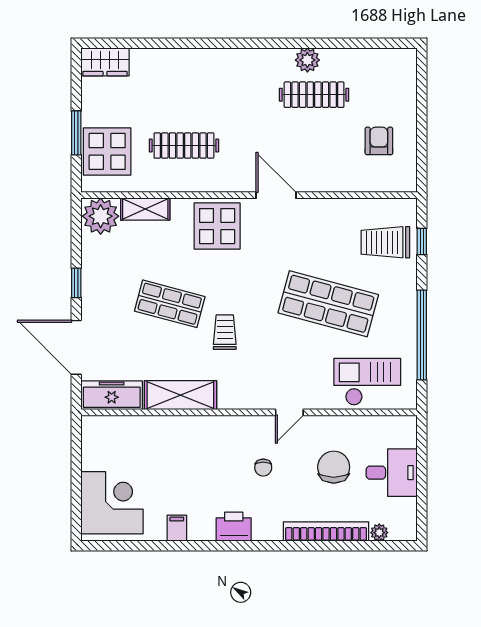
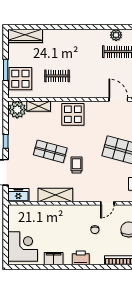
wardrobe: (105, 62) -> (25, 36), width x1.50
clothes rail: (184, 146) -> (57, 76), width x0.73
door: (276, 195) -> (118, 100), moved
freezer: (112, 395) -> (18, 195), width x0.71
filing cabinet: (177, 528) -> (54, 259), width x2.00

